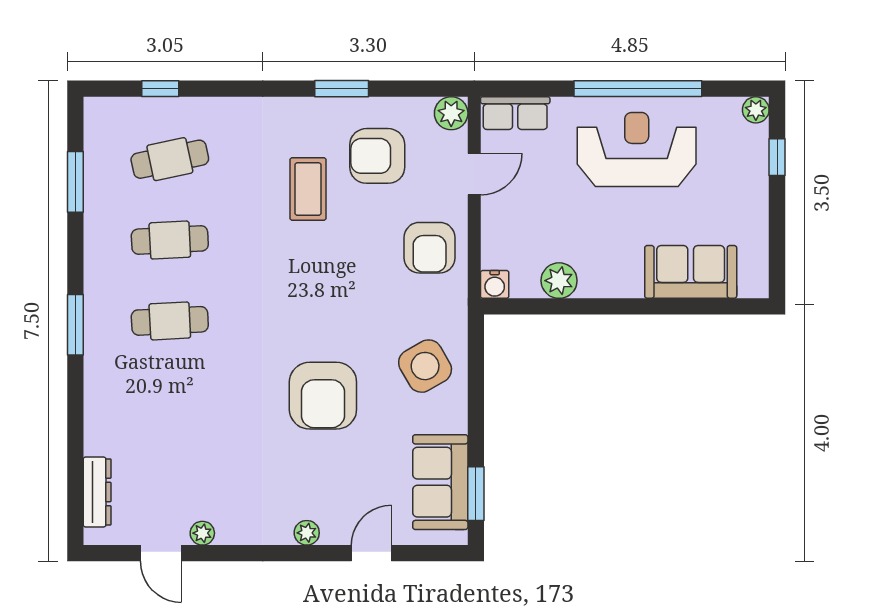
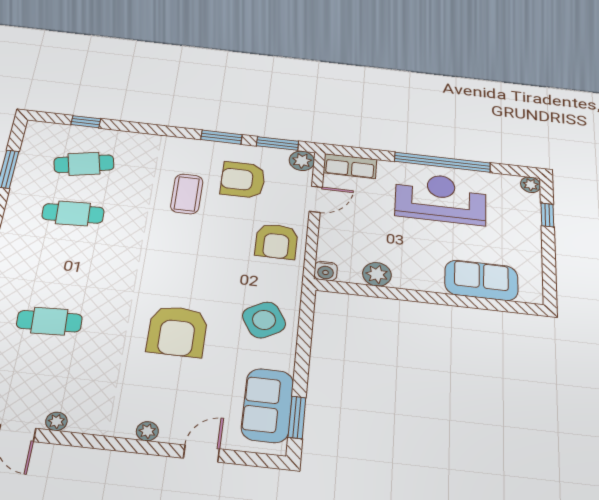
window: (417, 89) -> (277, 143), added
cafe table: (170, 321) -> (49, 321), moved

